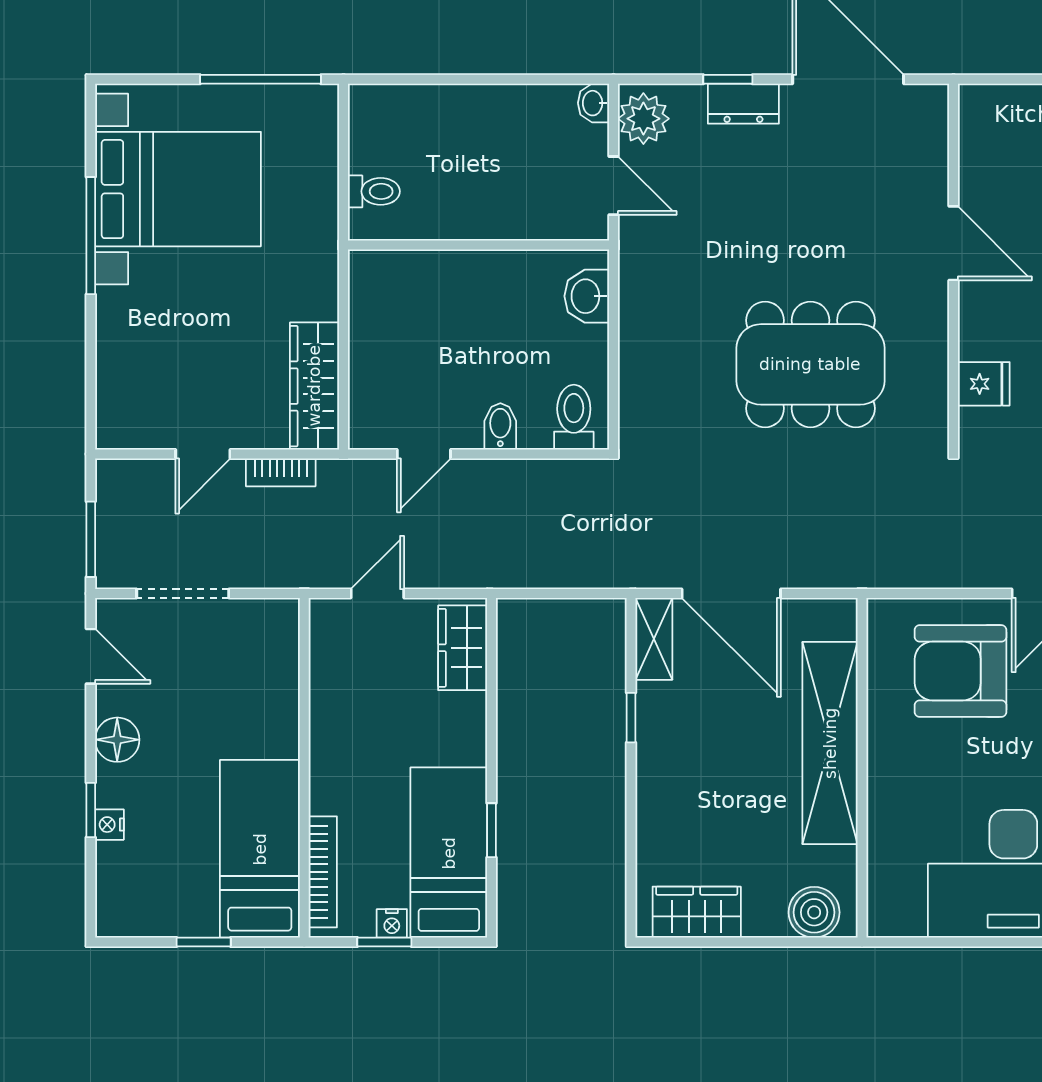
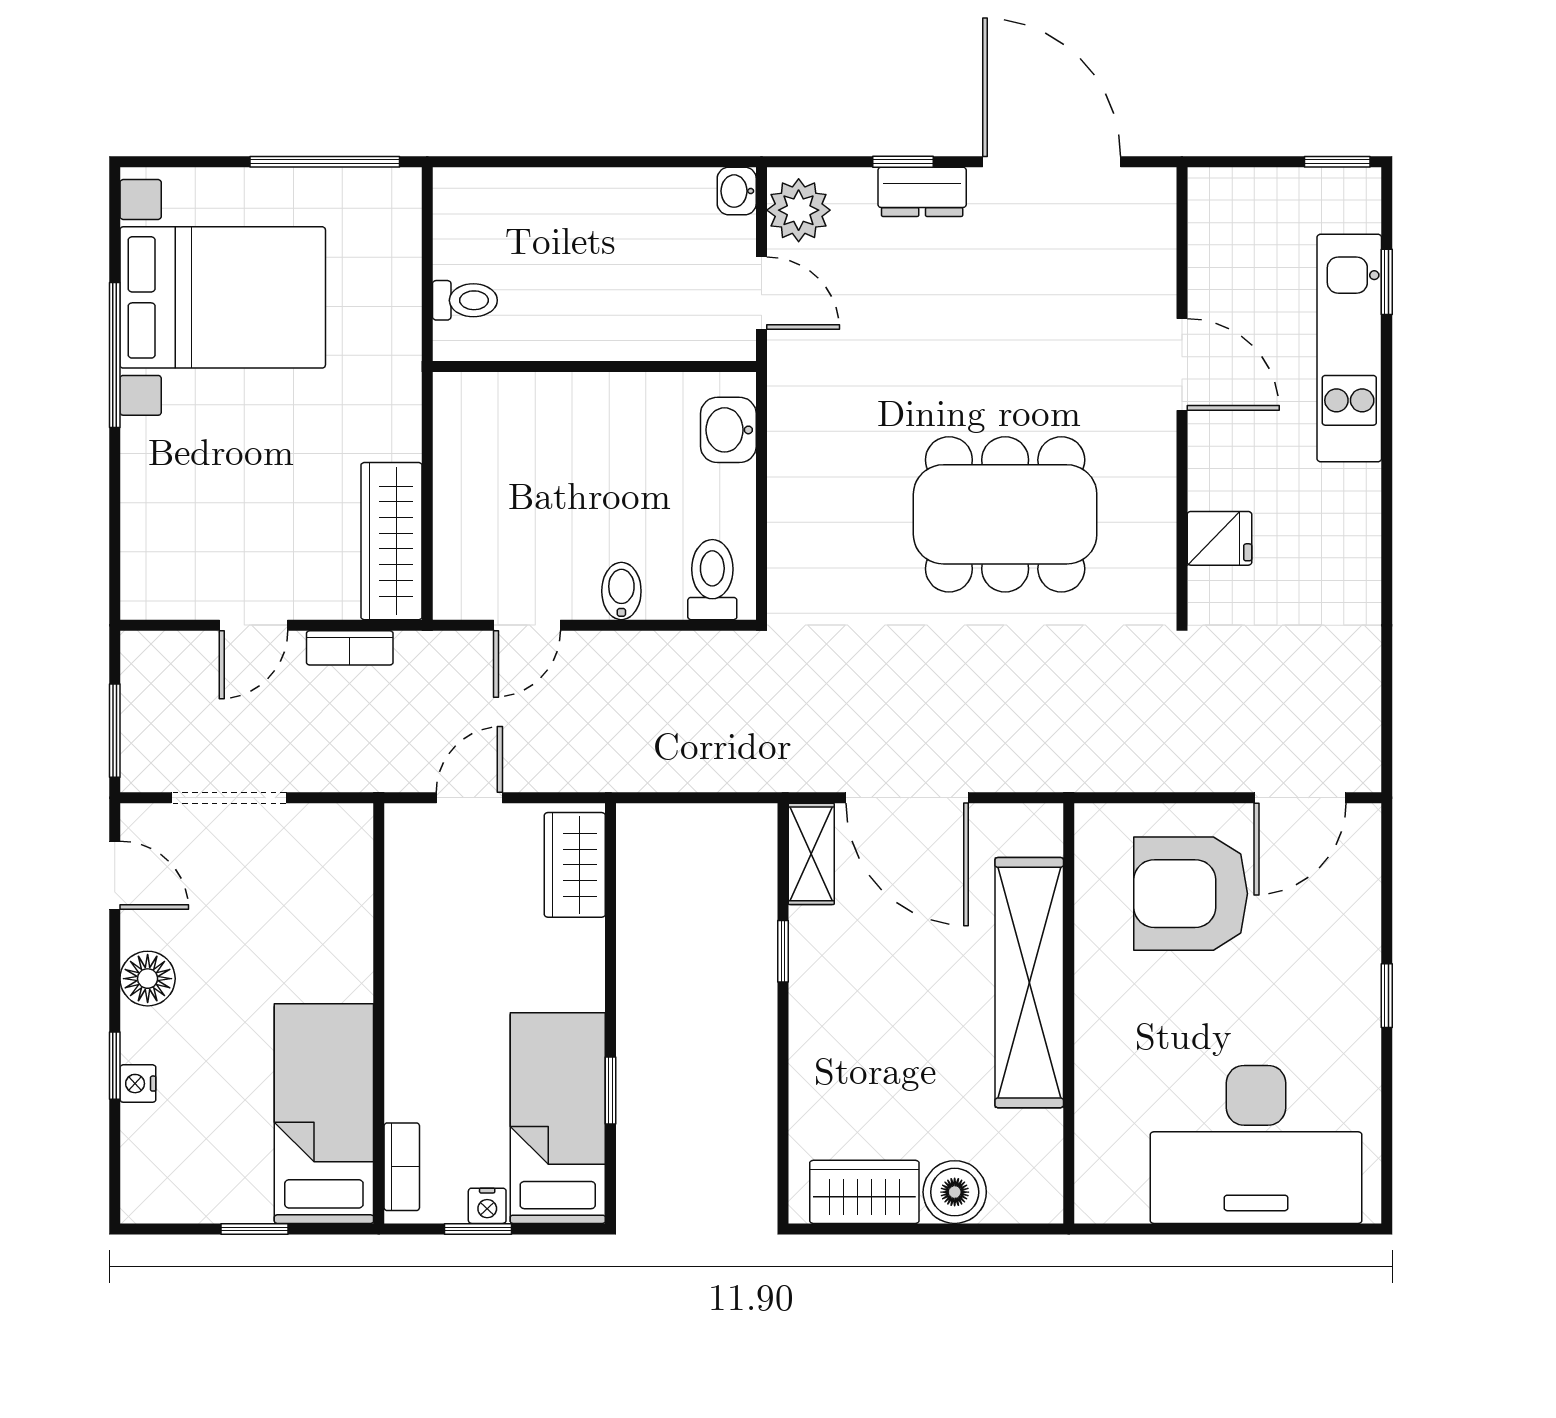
bookcase: (323, 872) -> (402, 1167), width x0.64
boiler: (814, 912) -> (955, 1192), moved

